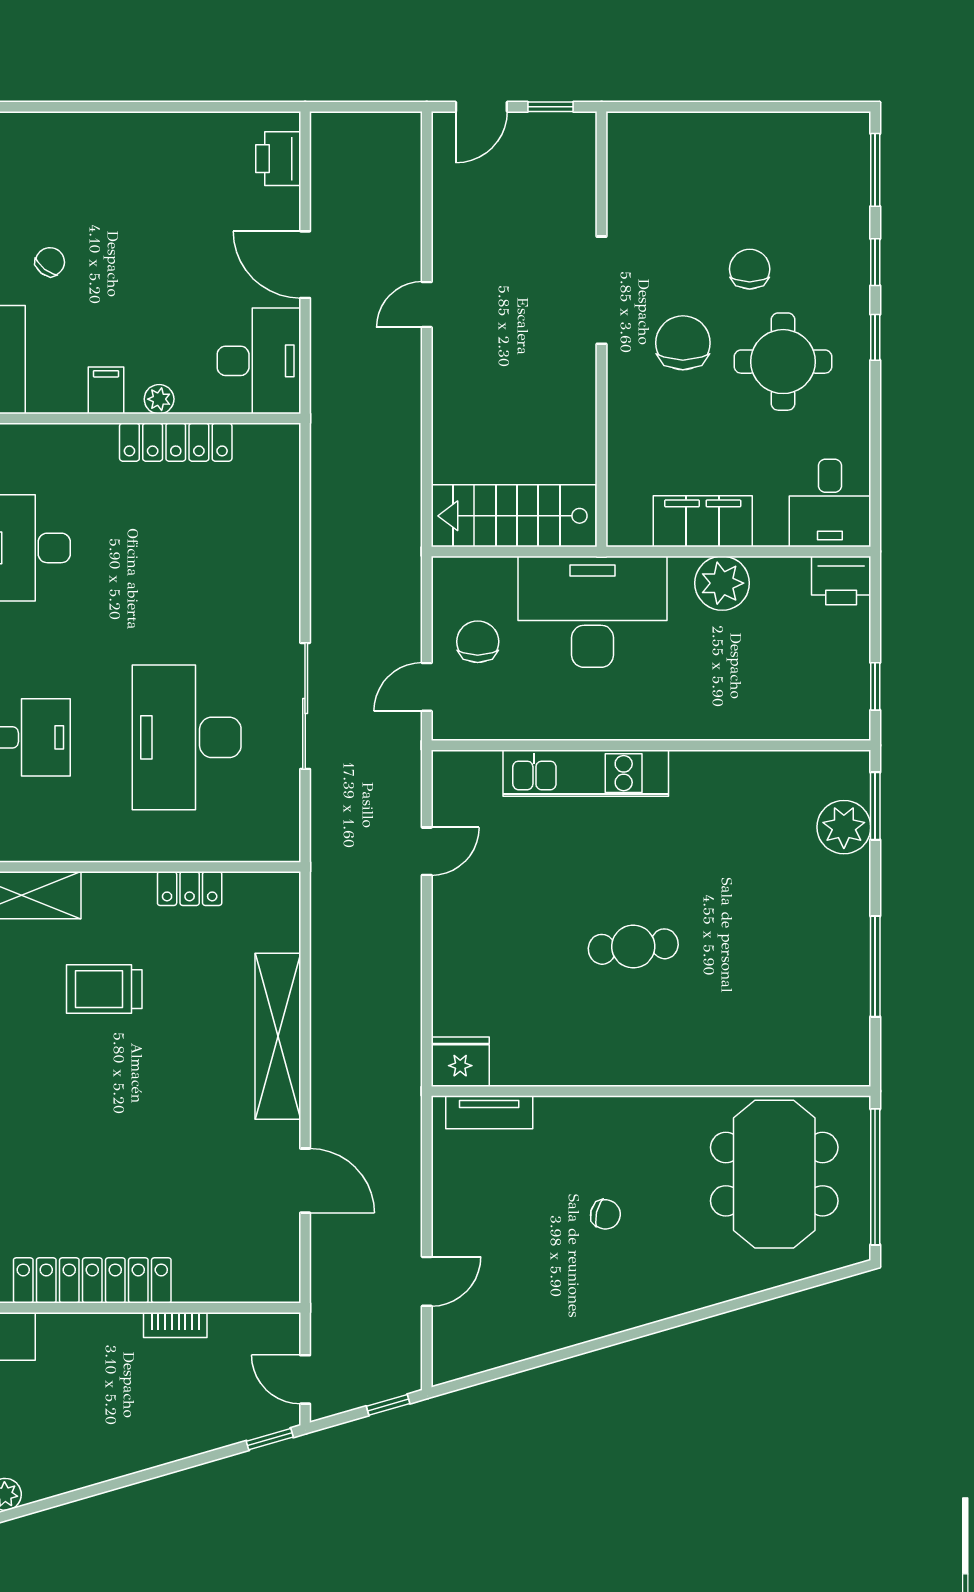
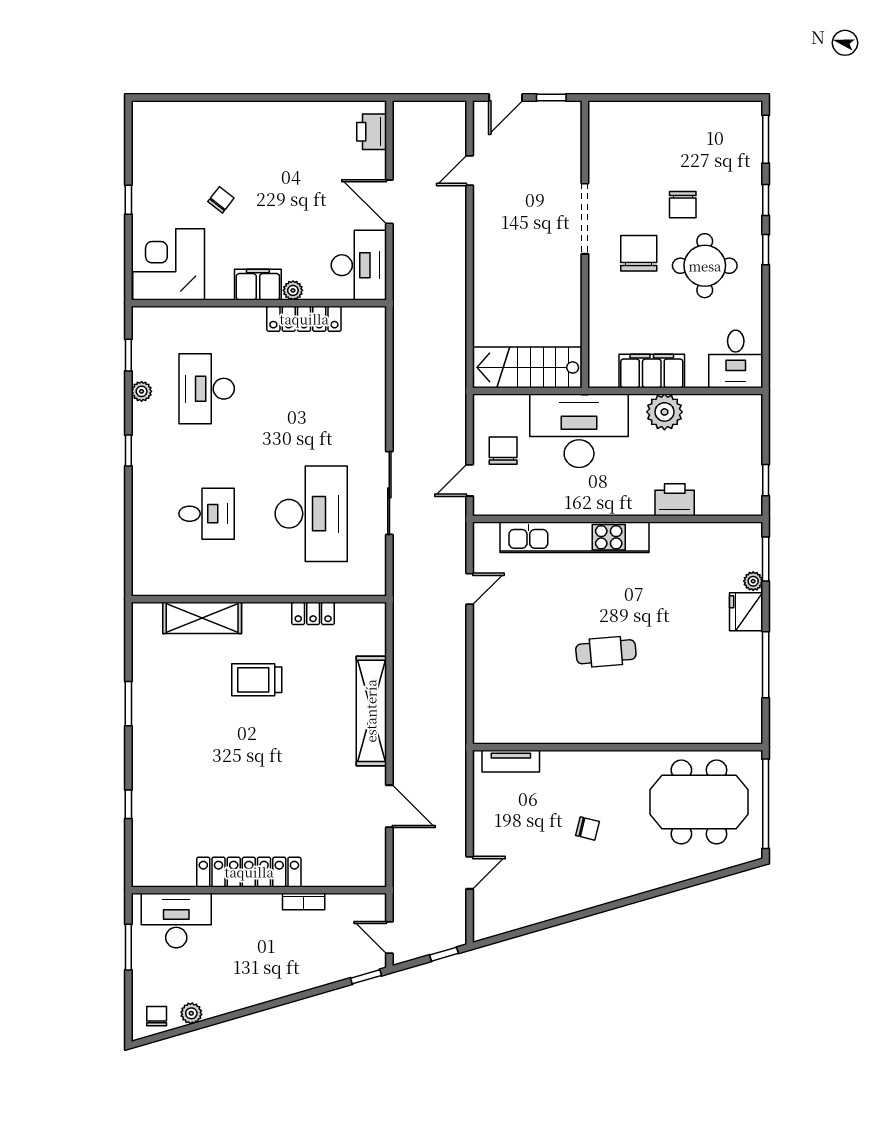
chair: (750, 269) -> (683, 205), turned 180
door: (427, 305) -> (470, 171), moved
filing cabinet: (106, 390) -> (258, 285), width x2.00
printer: (841, 580) -> (675, 500), moved, turned 180
desk: (187, 737) -> (311, 514), turned 180
kitchen unit: (586, 773) -> (574, 537), width x1.36
plant: (844, 827) -> (753, 581), width x0.53, depth x0.53
fridge: (460, 1062) -> (746, 612), moved, turned -90
meeting table: (774, 1174) -> (699, 802), turned 90

